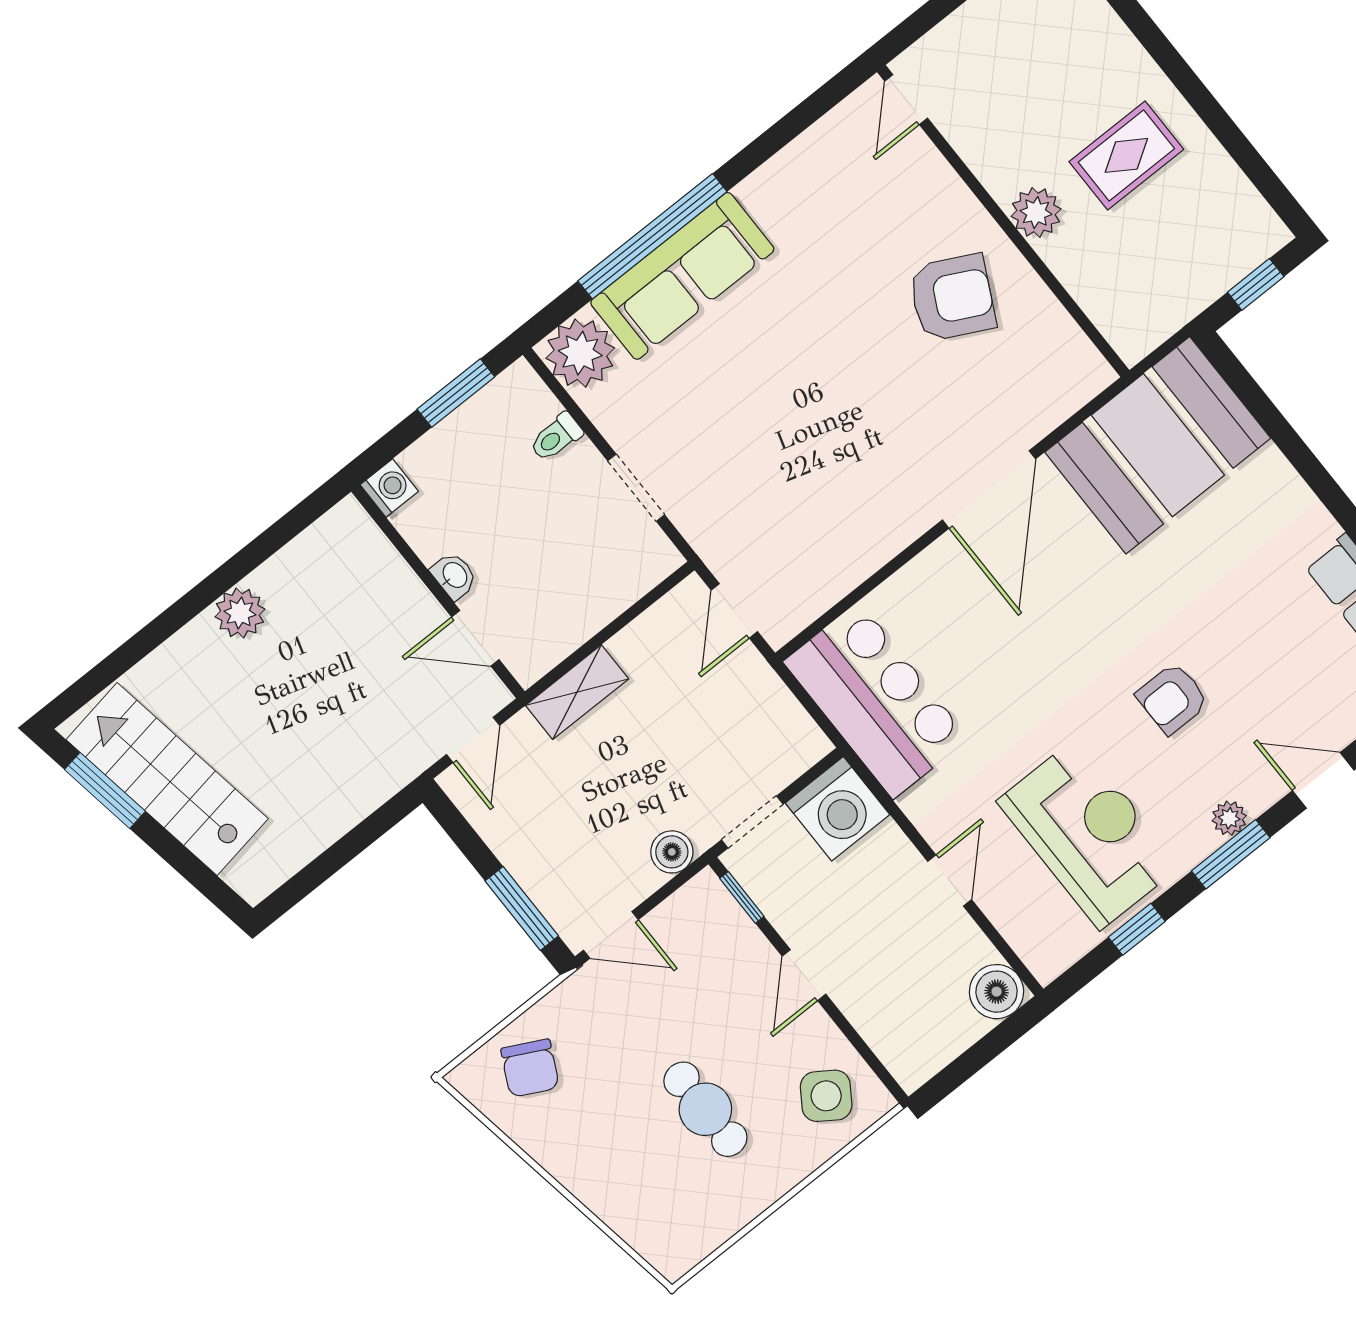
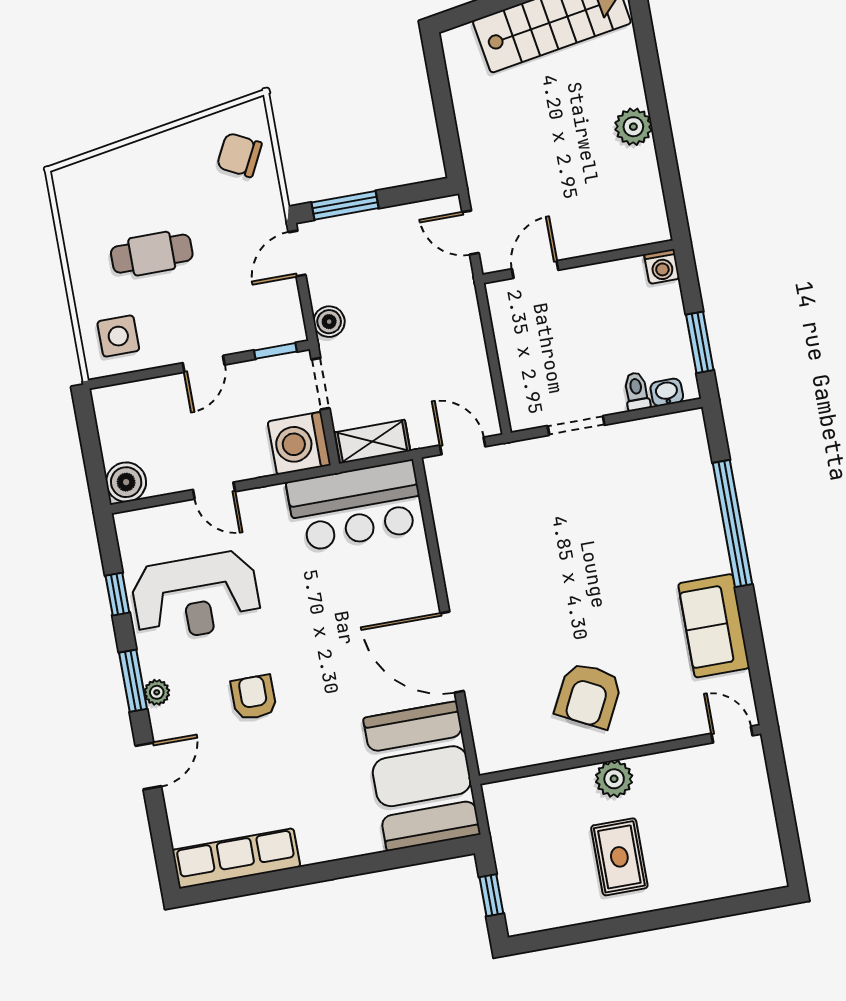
sofa: (682, 276) -> (714, 626), moved, width x0.73
plant: (580, 353) -> (682, 436), removed
washbasin: (454, 576) -> (667, 392), moved, turned 180
shelving: (577, 692) -> (372, 442), moved, turned 90
door: (804, 975) -> (204, 364), swing flipped
side table: (826, 1096) -> (118, 336), turned -34

